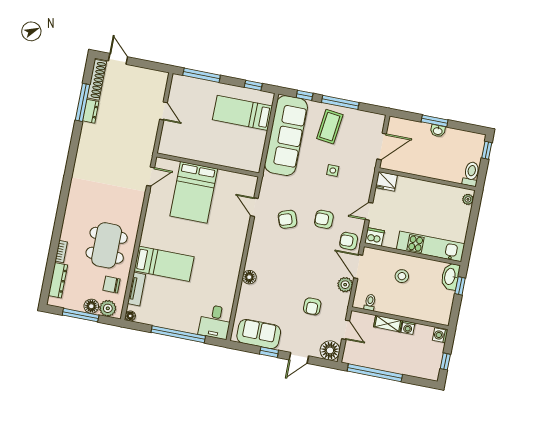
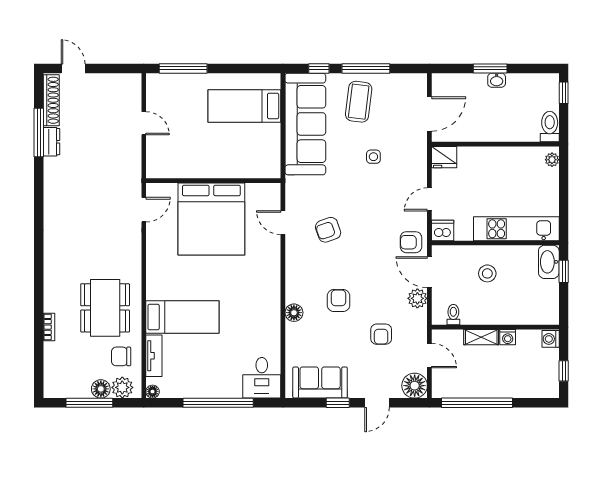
window: (253, 85) -> (251, 68), removed
bed: (194, 192) -> (211, 219), width x1.36
armchair: (324, 219) -> (338, 301), moved, turned 90
dresser: (58, 280) -> (52, 364), removed

